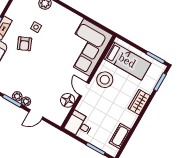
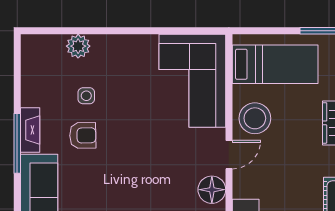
armchair: (24, 44) -> (83, 135), turned -68
door: (84, 89) -> (229, 155), swing flipped

